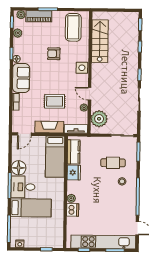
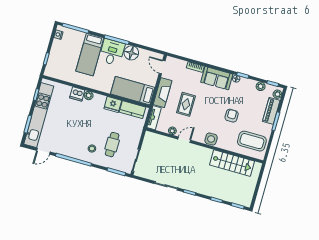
plant: (99, 119) -> (158, 142), removed

